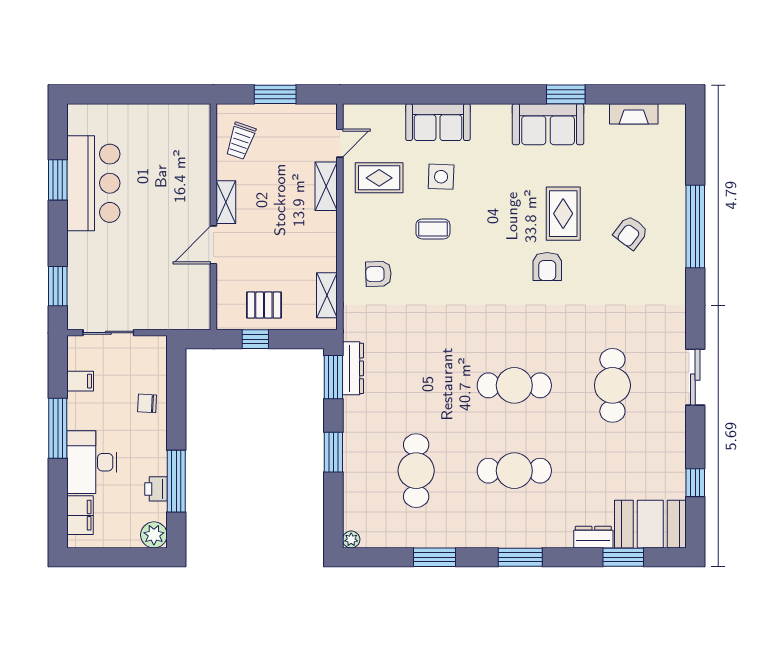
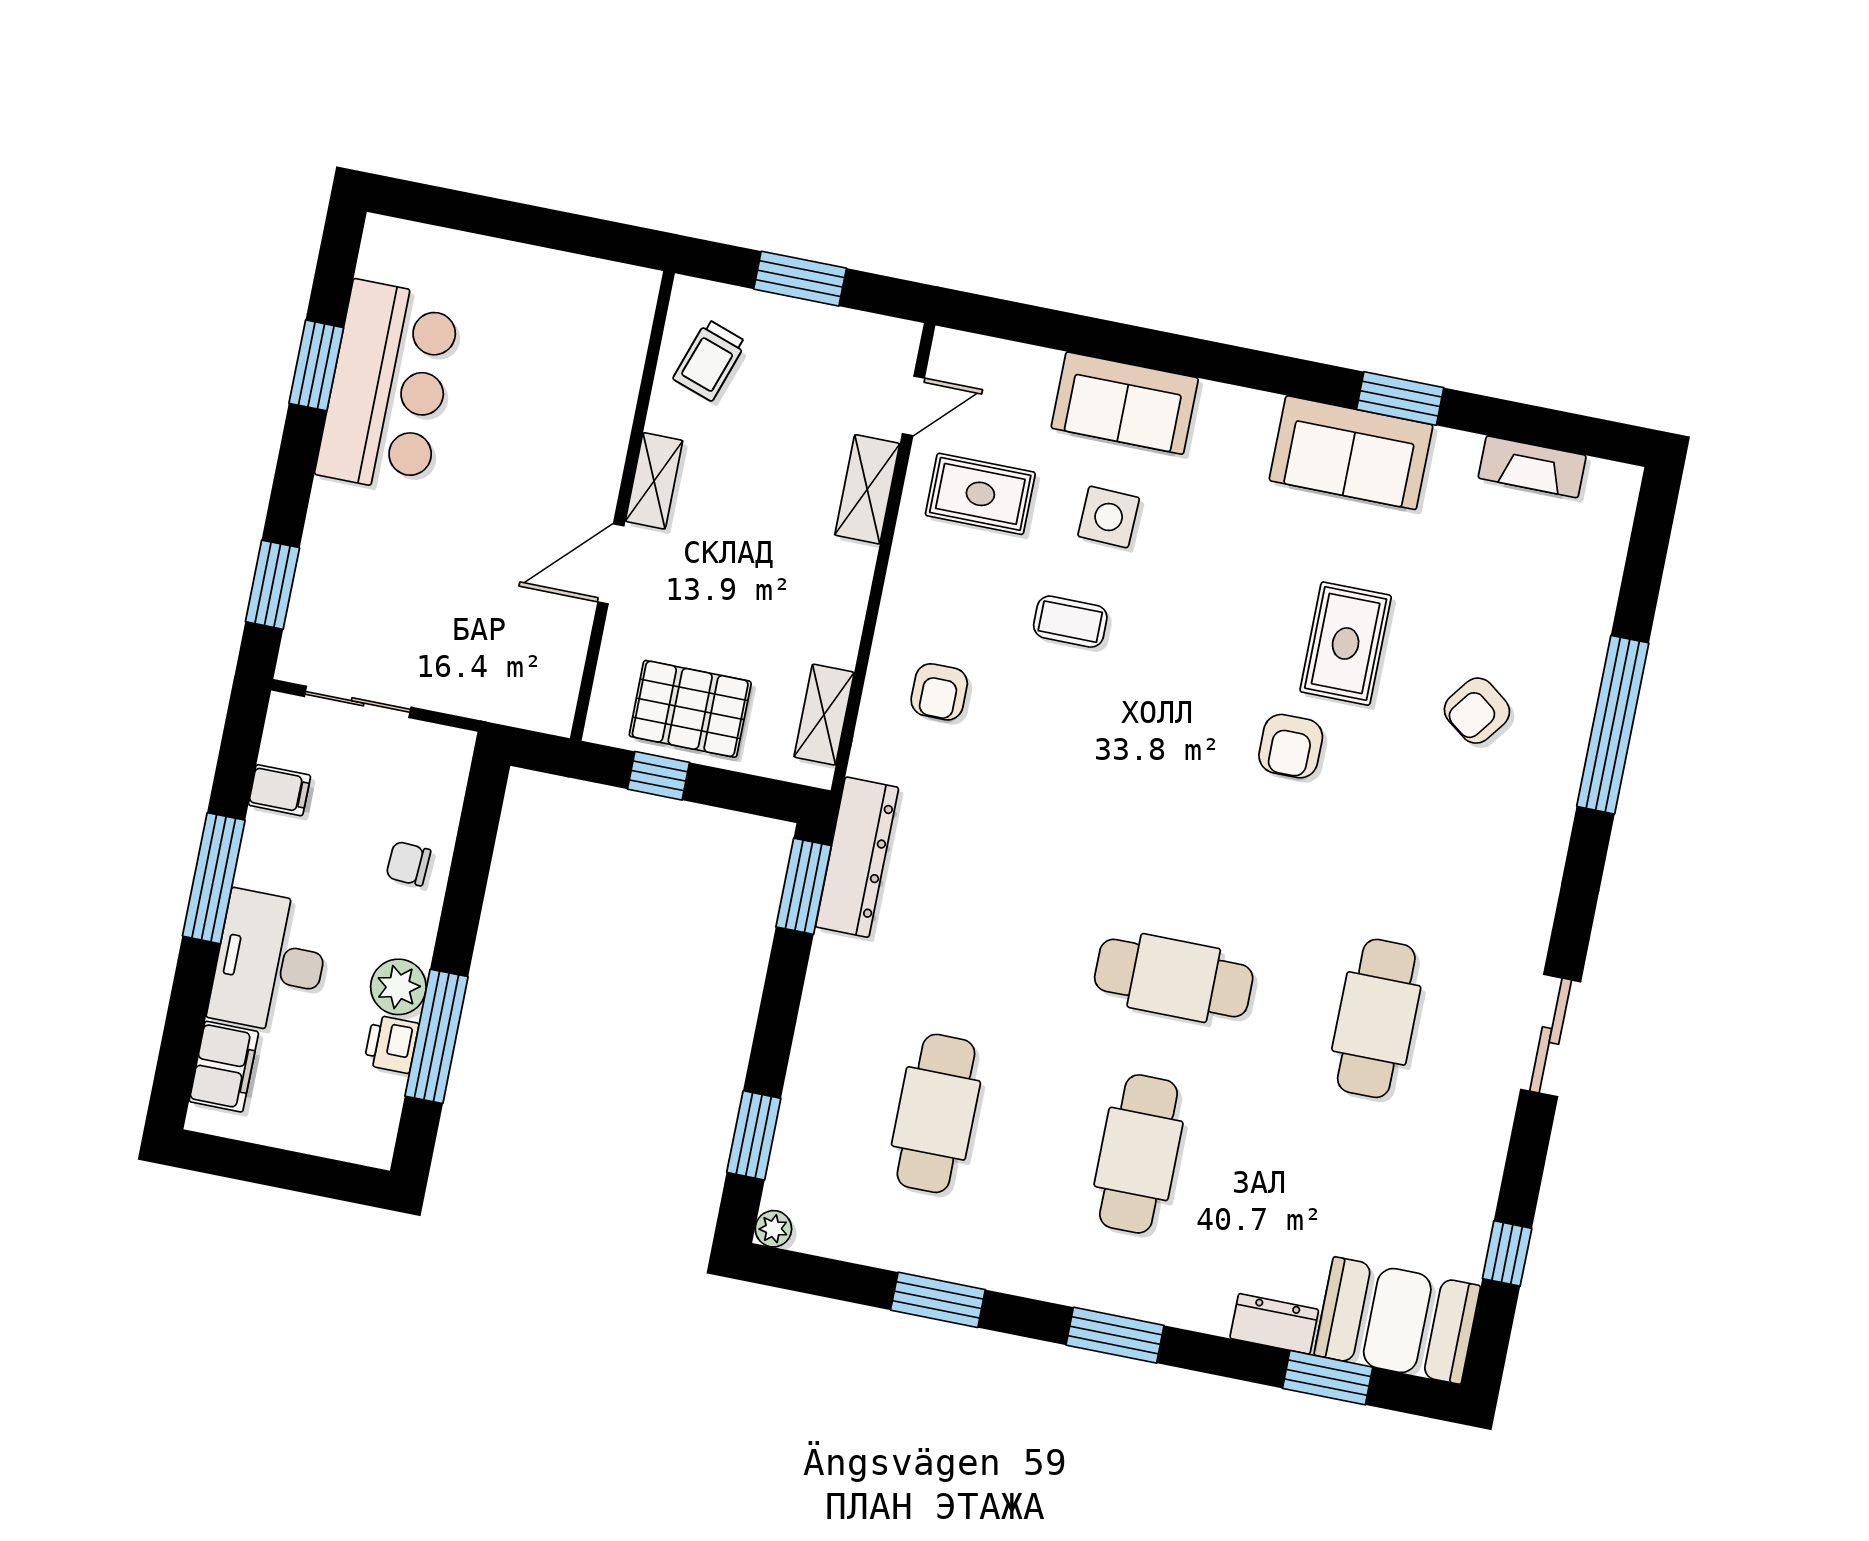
armchair: (378, 274) -> (939, 692), turned -88
pallet: (264, 305) -> (690, 709), width x1.50, depth x1.42
dresser: (353, 368) -> (857, 857), width x1.37, depth x1.24
window: (333, 452) -> (754, 1135), moved
cafe table: (514, 471) -> (1139, 1154), turned 90
plant: (154, 535) -> (398, 987), moved

